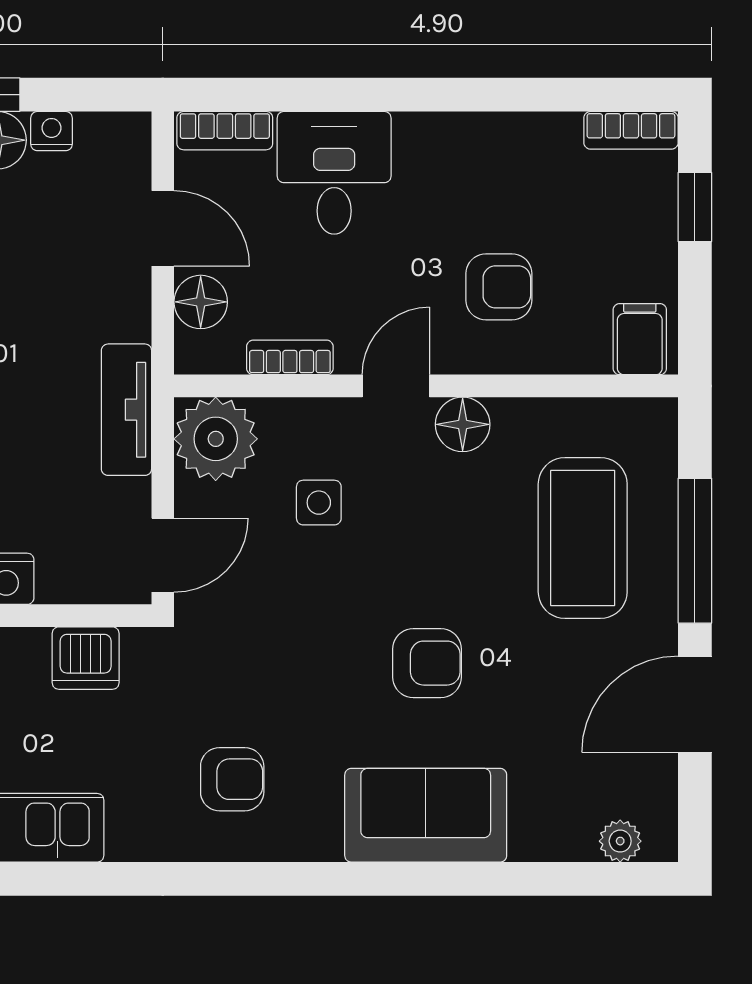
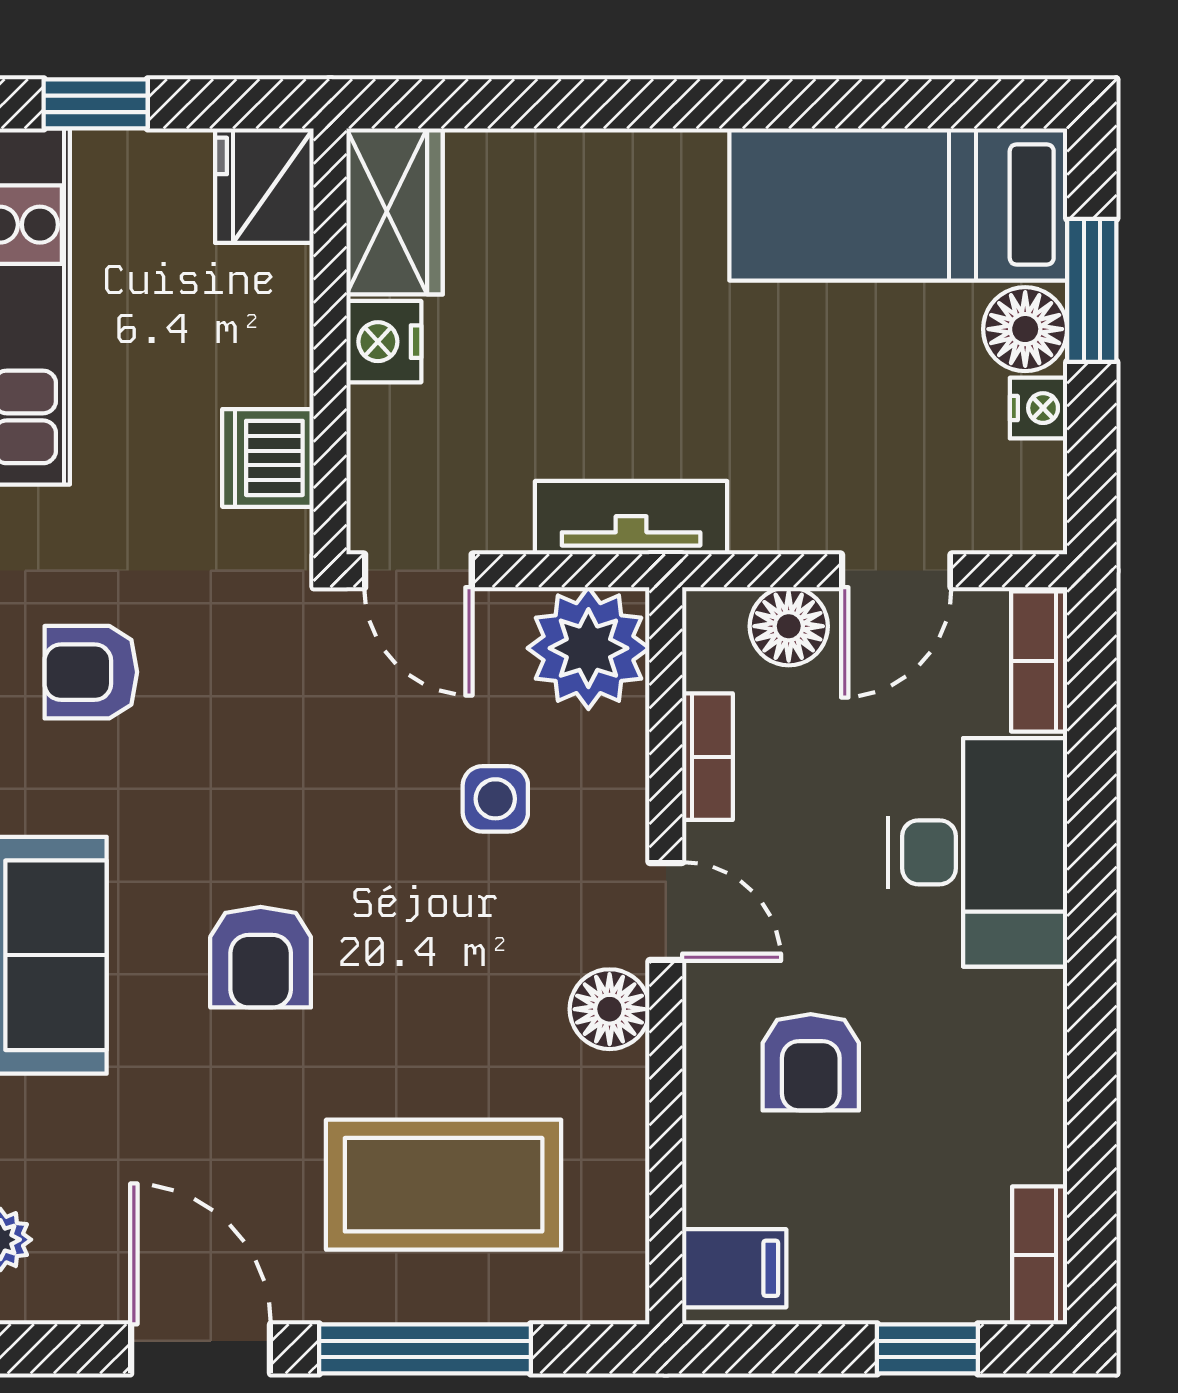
desk: (334, 173) -> (977, 852), width x1.37
armchair: (232, 779) -> (91, 672), turned 90

